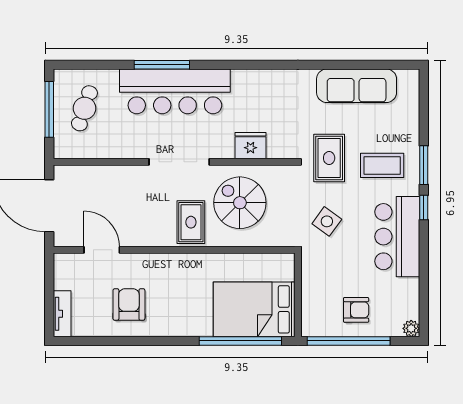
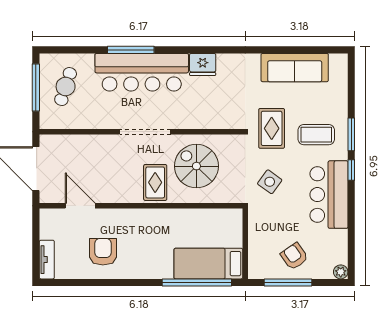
fridge: (250, 146) -> (203, 64), moved, turned 180
bed: (254, 309) -> (208, 264), width x0.67
armchair: (356, 310) -> (294, 256), turned -125
window: (349, 341) -> (288, 282), width x0.68

